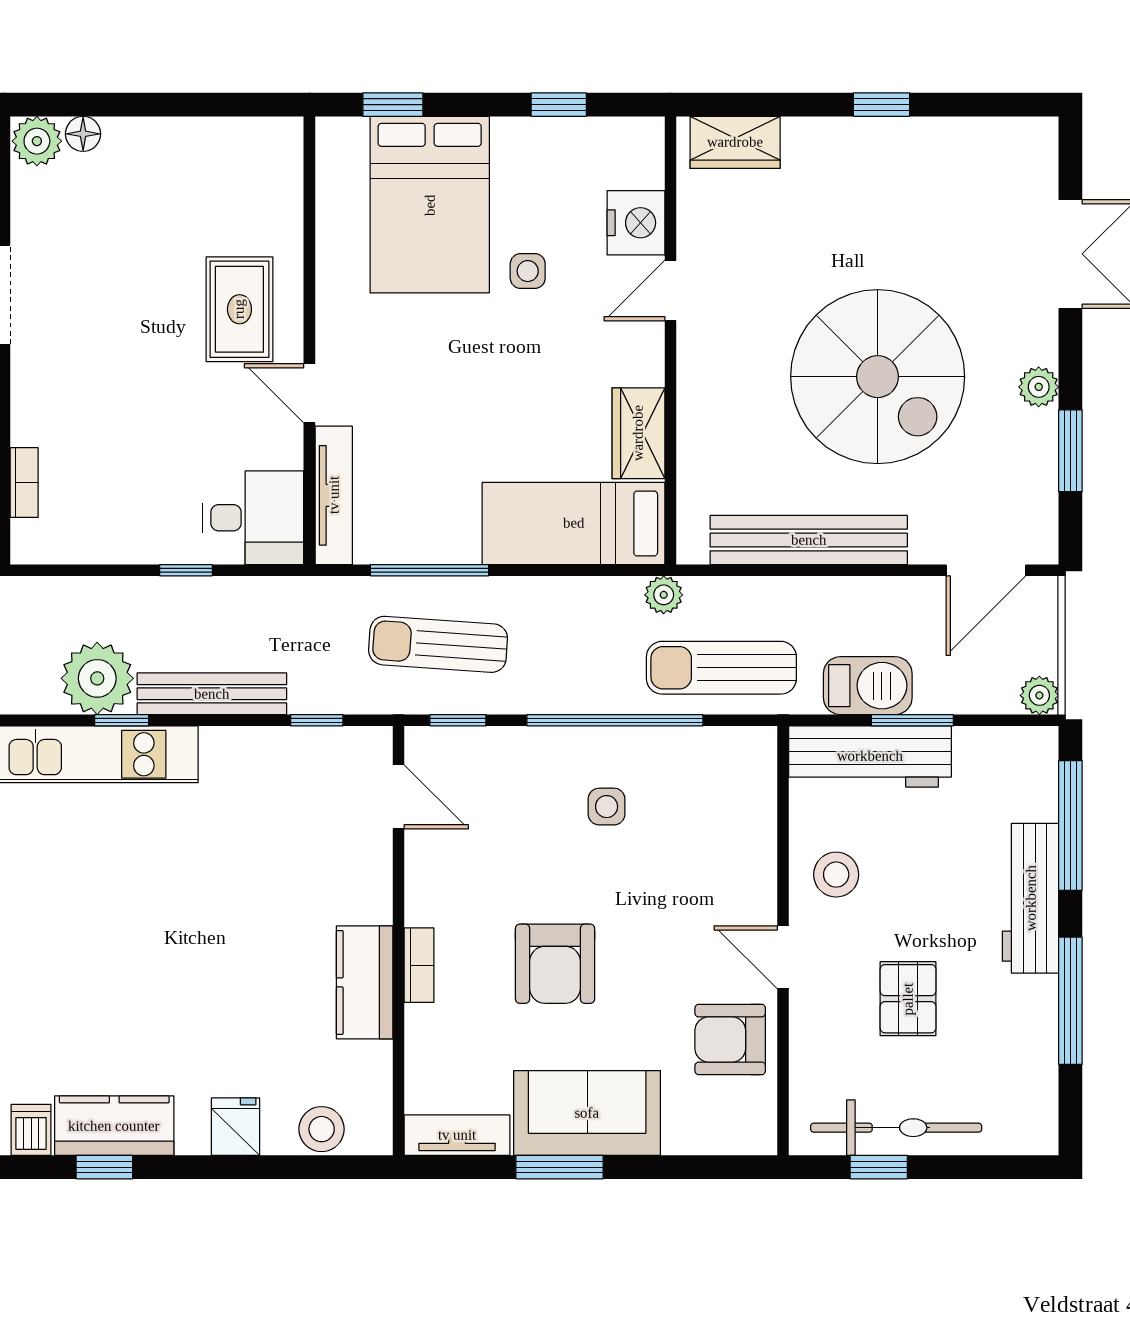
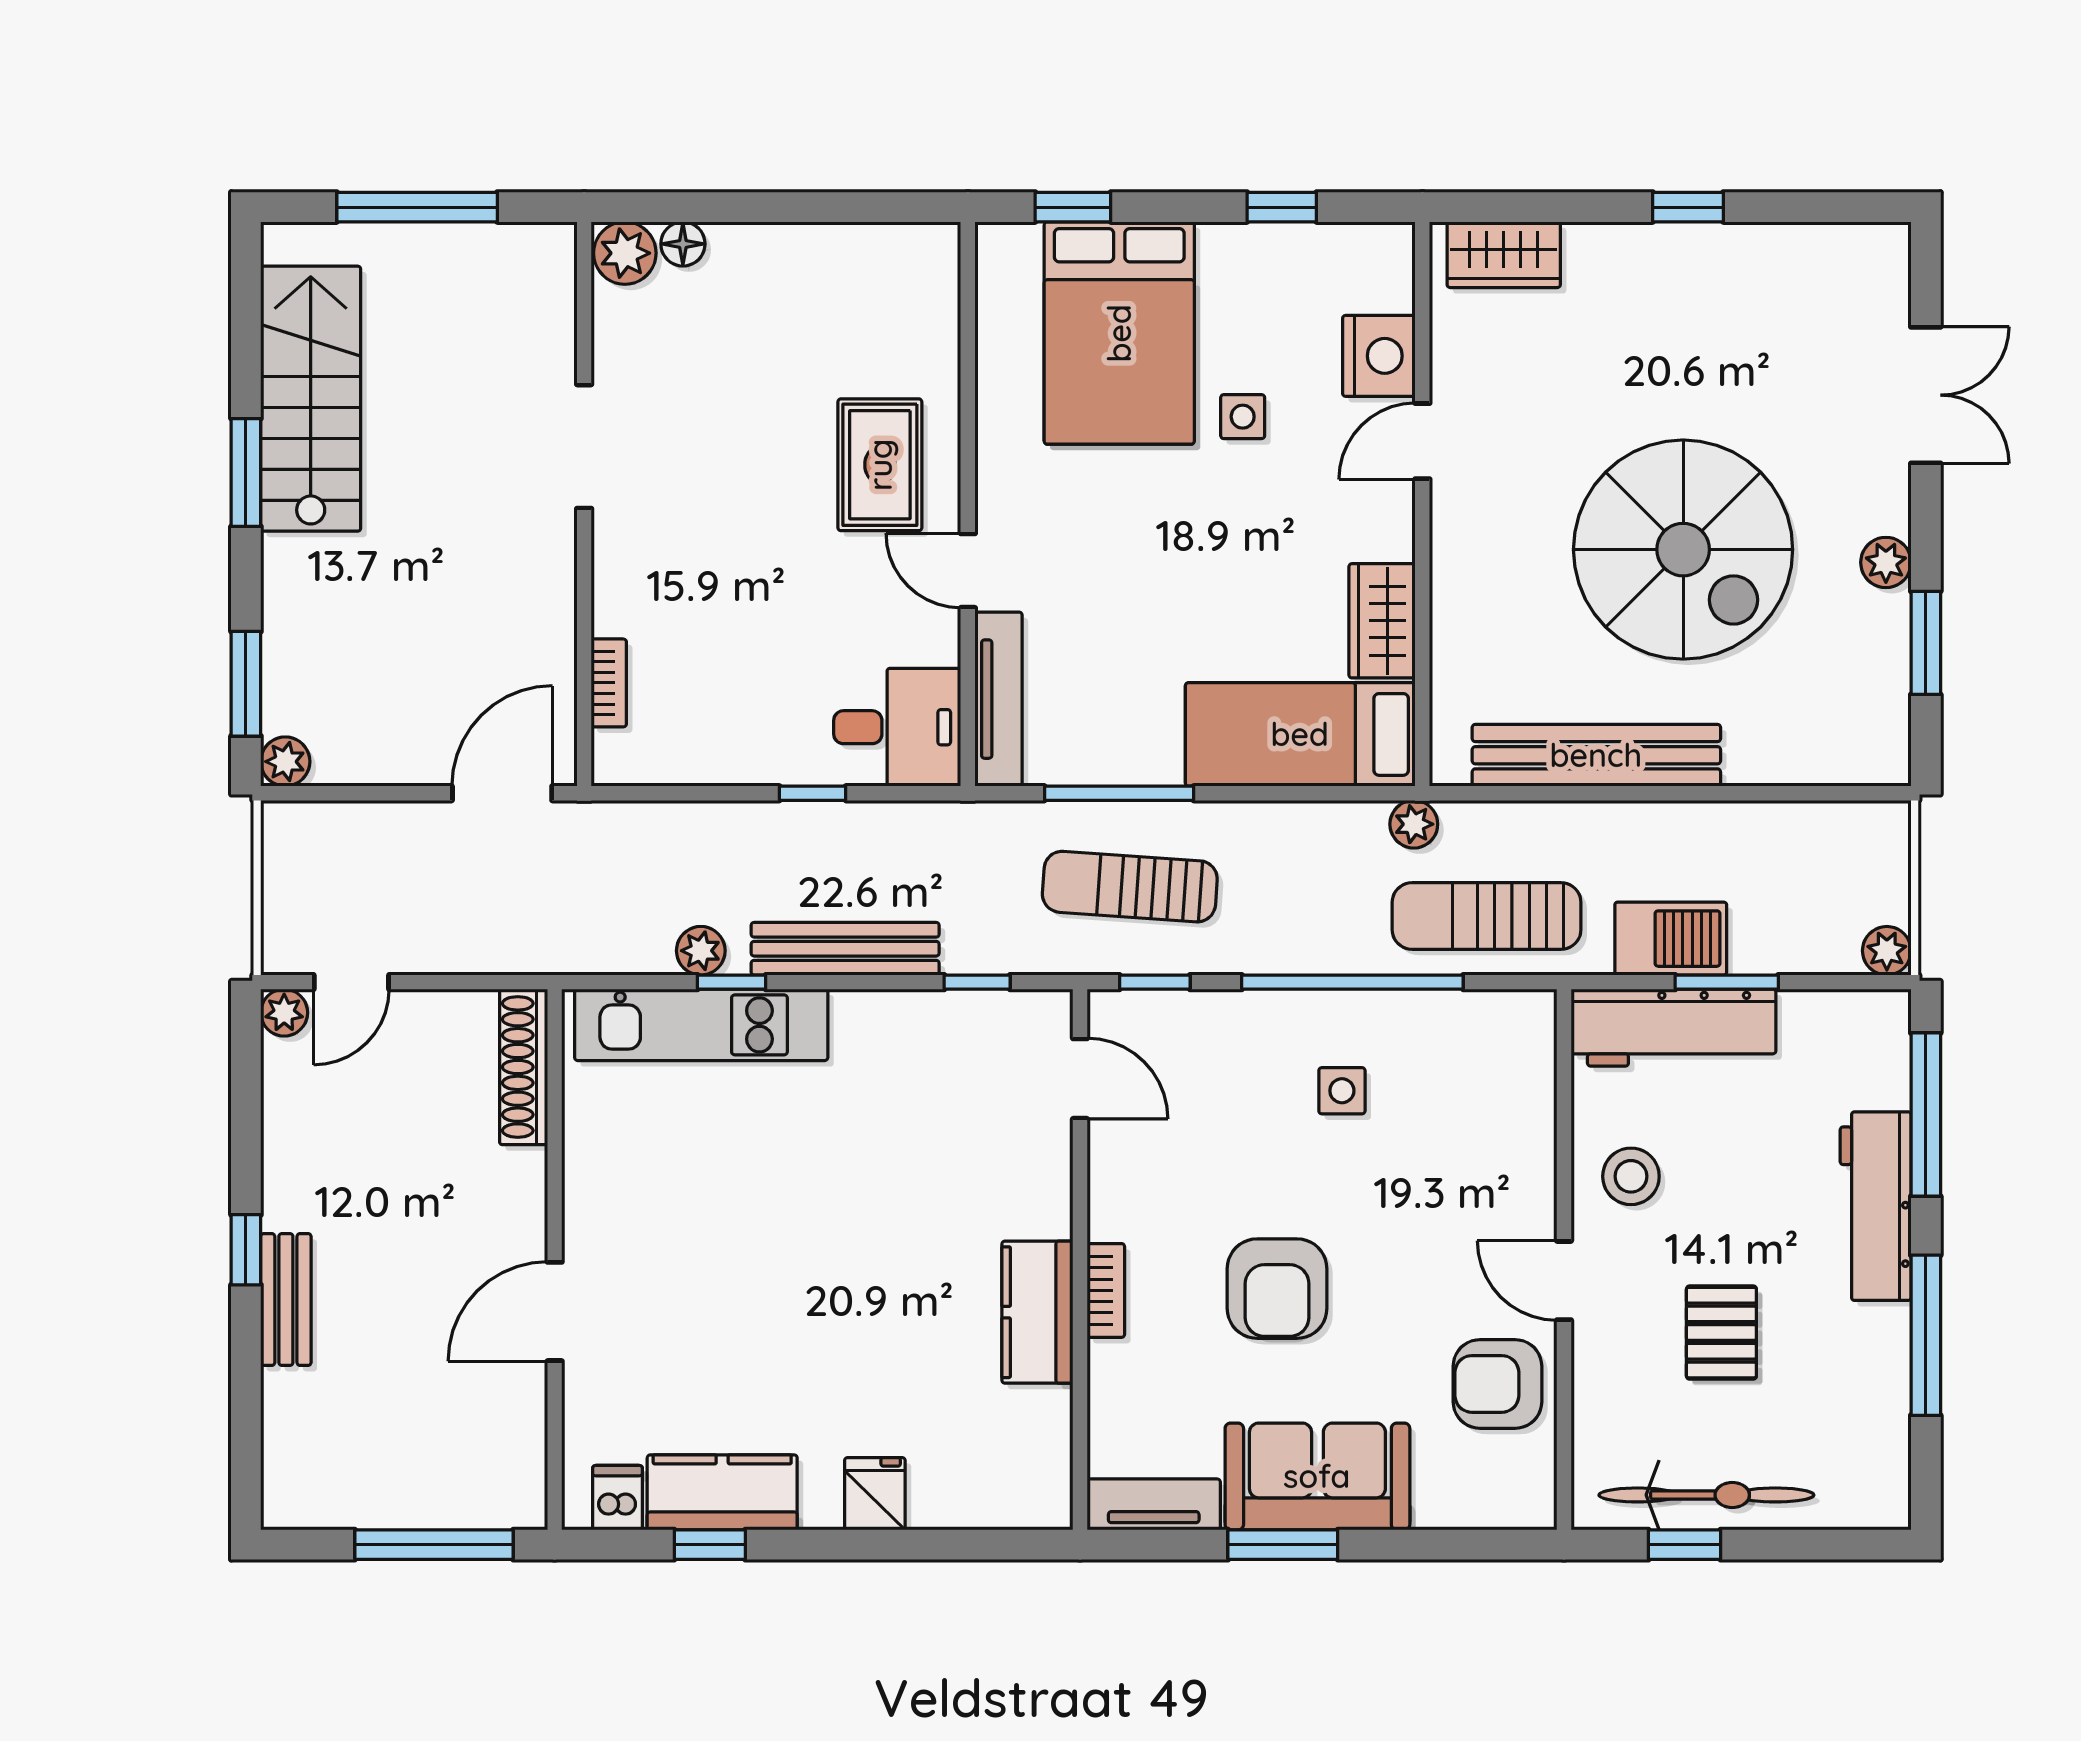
door: (986, 570) -> (1819, 793), removed
plant: (97, 678) -> (701, 951), width x0.53, depth x0.53
stool: (322, 1129) -> (983, 1497), removed

